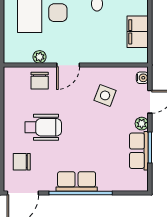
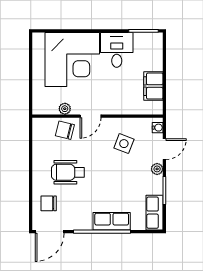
chair: (40, 81) -> (65, 130), turned 104
wheelchair: (43, 127) -> (68, 172), turned 180
row of seats: (139, 151) -> (155, 213), moved
row of seats: (77, 181) -> (112, 221), moved

